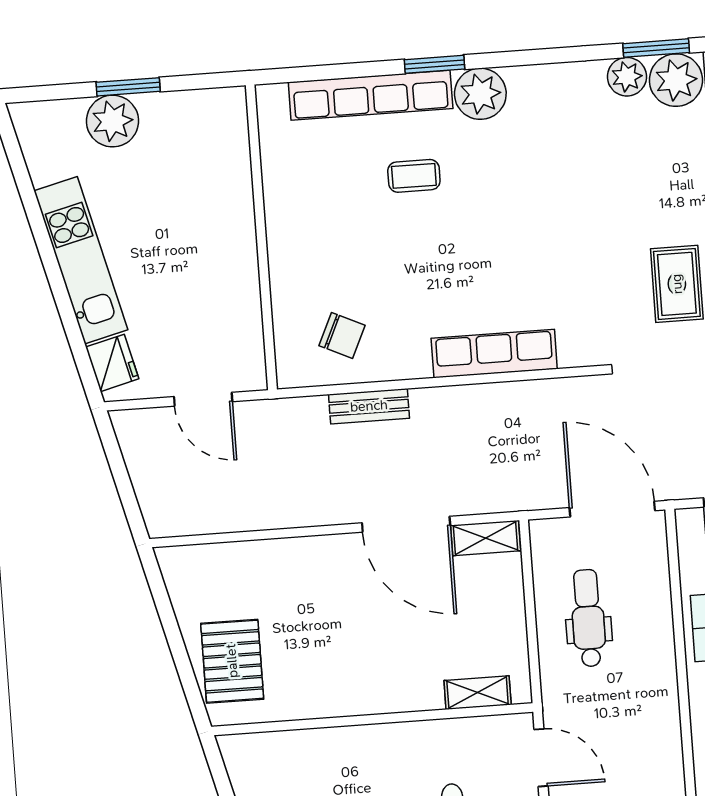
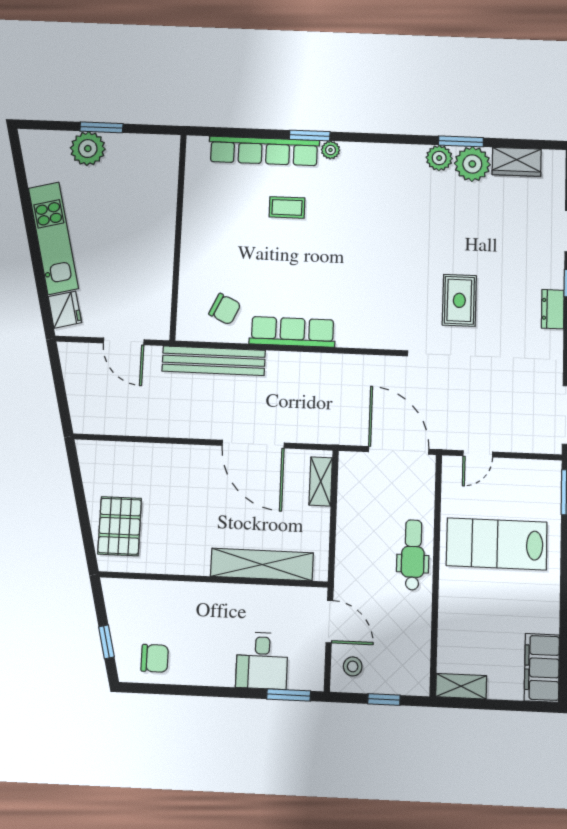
plant: (480, 94) -> (331, 150), width x0.53, depth x0.53
row of seats: (494, 354) -> (292, 332), moved
bench: (369, 406) -> (214, 361), width x1.86, depth x1.21
shelving: (486, 538) -> (321, 481), moved, turned 90
dental chair: (588, 618) -> (413, 555), moved
shelving: (478, 693) -> (262, 565), width x2.20, depth x1.33

